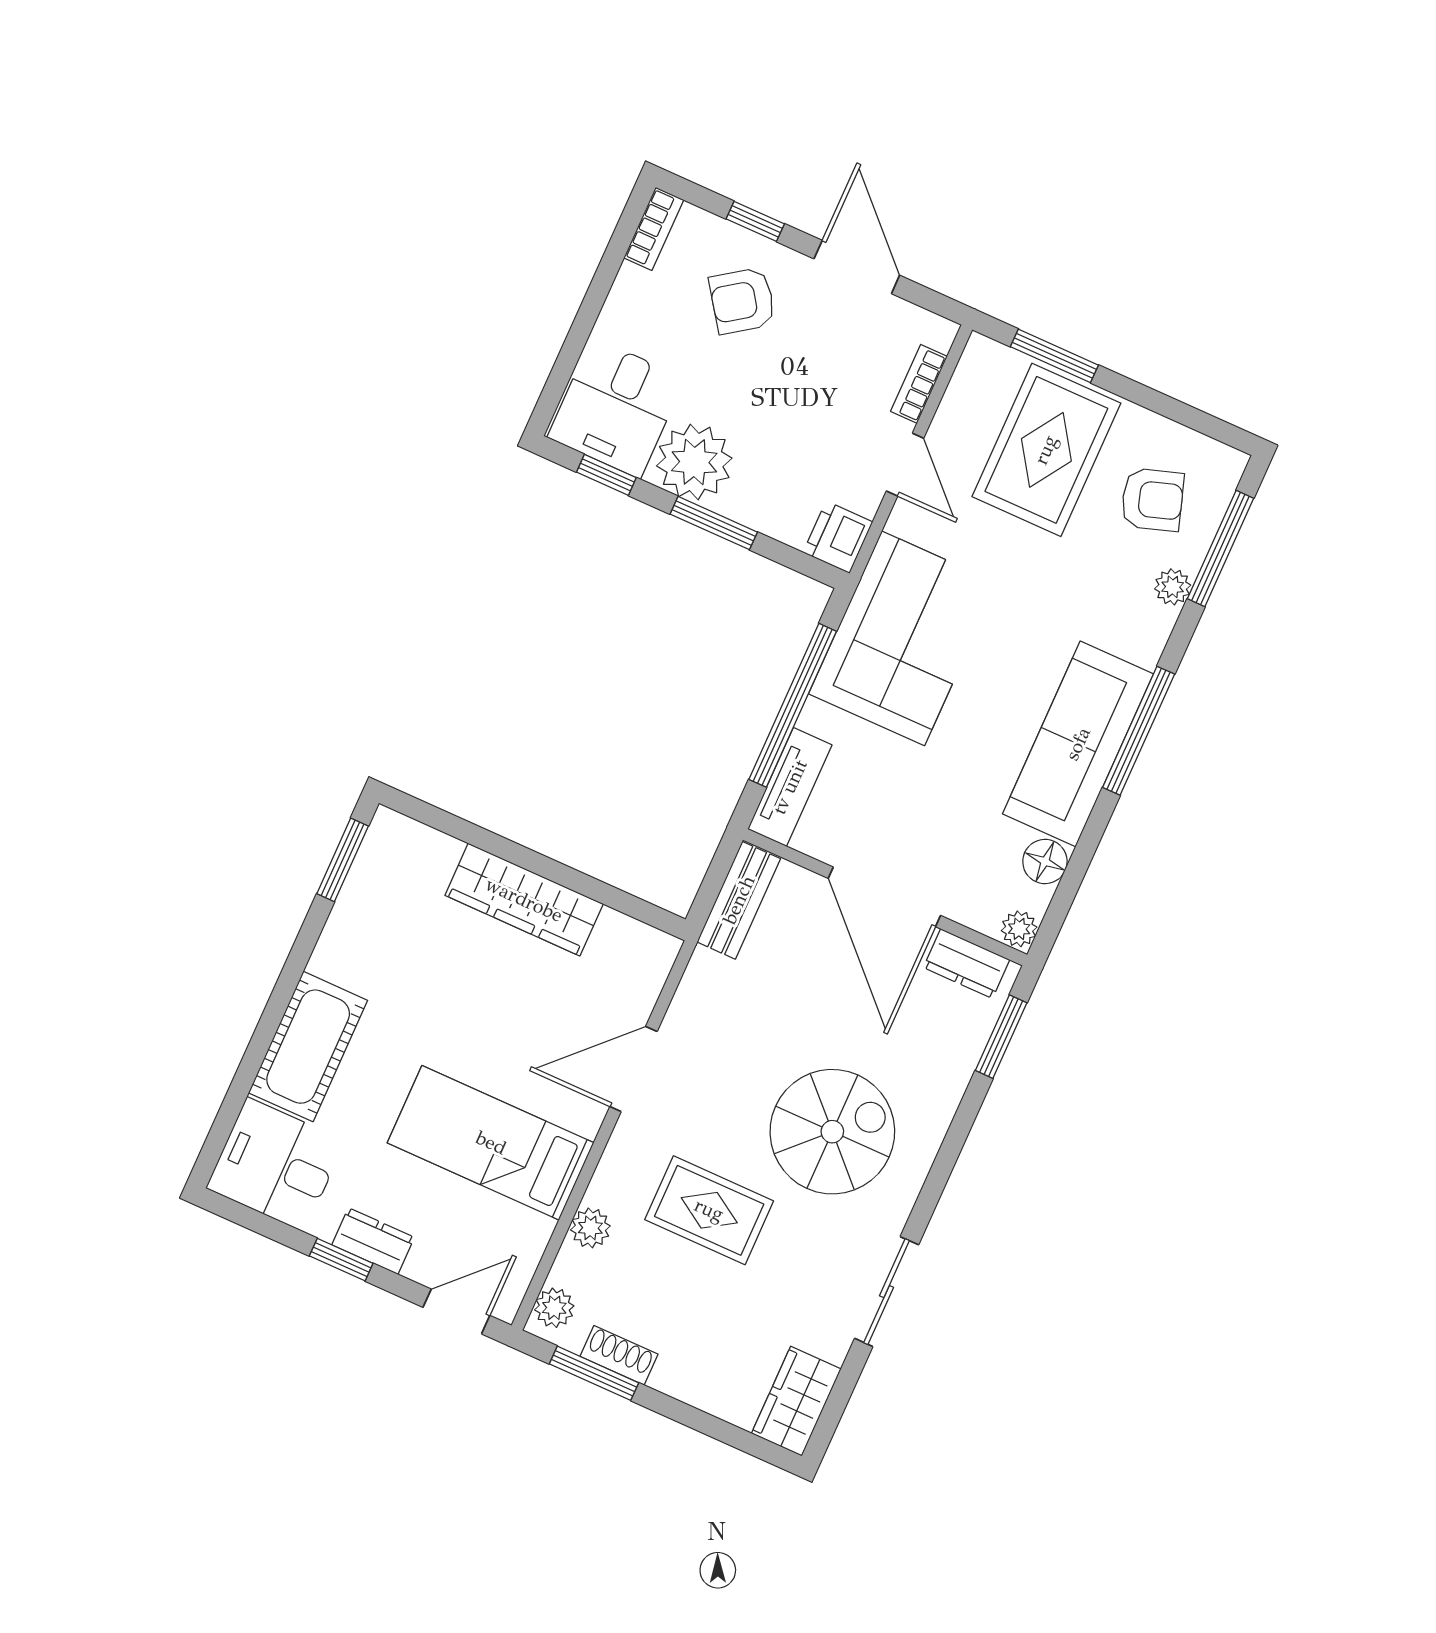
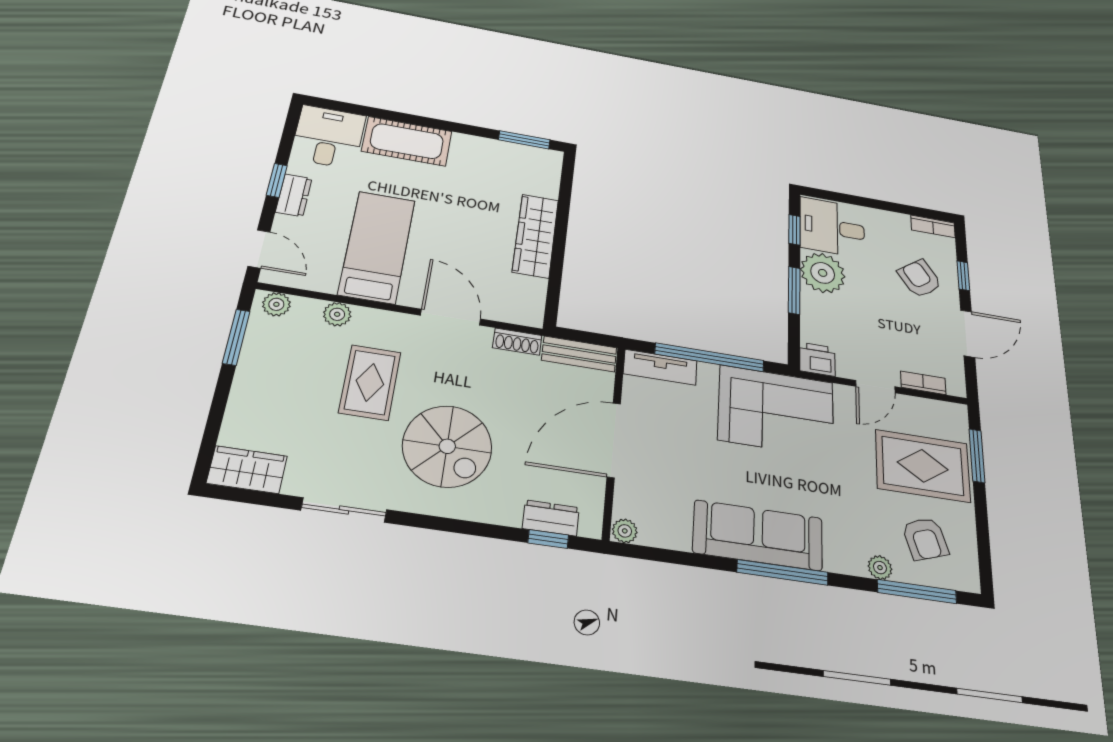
floor lamp: (1045, 861) -> (675, 535), removed
dresser: (967, 964) -> (551, 518), moved, turned 90
window: (1001, 1037) -> (548, 539), width x0.67
shoe rack: (619, 1355) -> (517, 342), moved, turned 90

